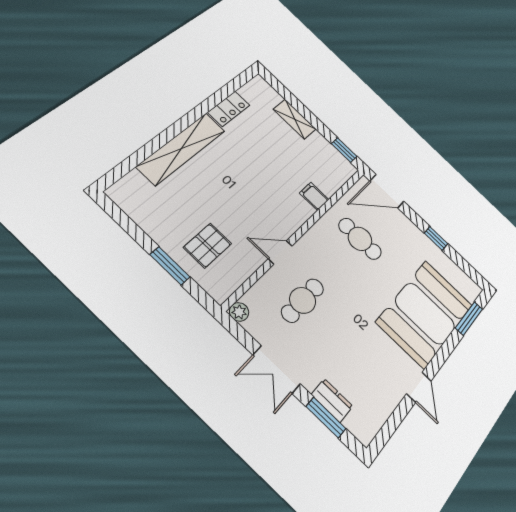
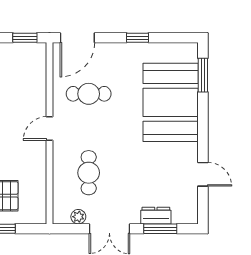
filing cabinet: (314, 196) -> (36, 95), removed
door: (280, 252) -> (49, 128), moved
plant: (239, 312) -> (78, 217), moved
door: (419, 387) -> (203, 174), moved

